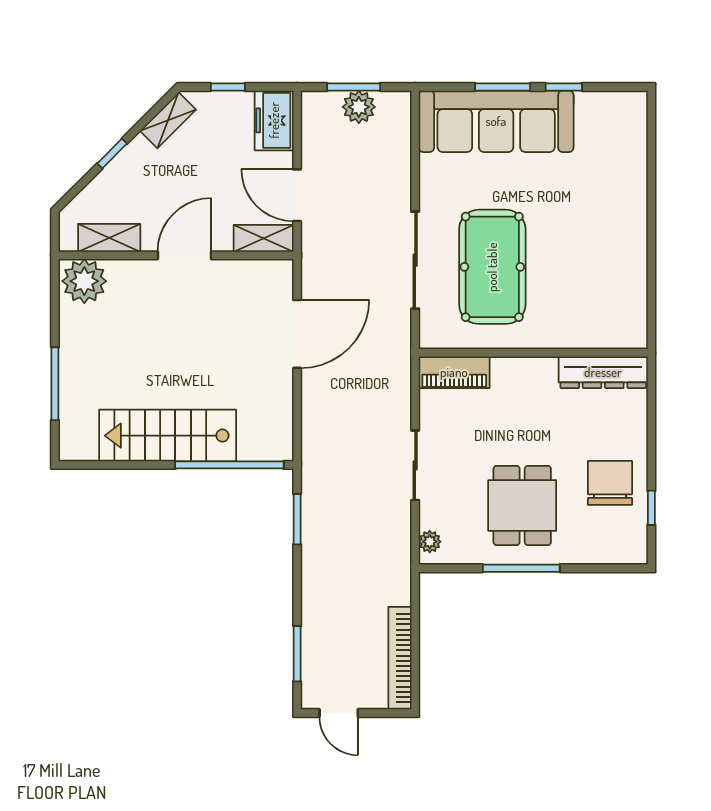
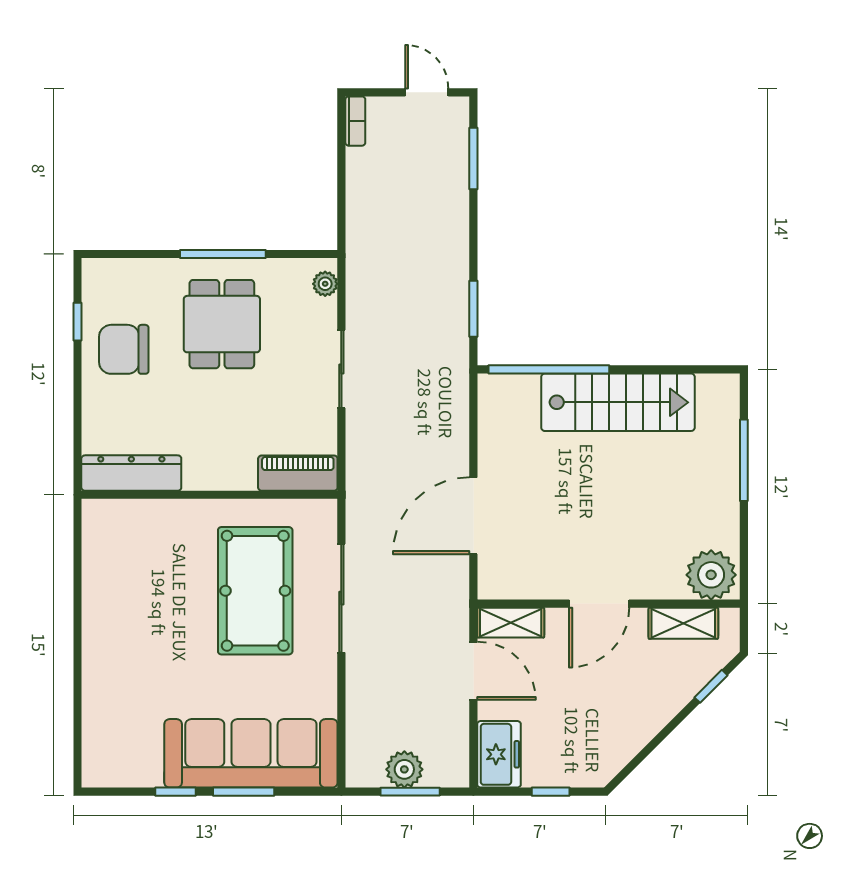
shelving: (168, 120) -> (618, 755), removed
window: (112, 154) -> (711, 686), moved
chair: (610, 483) -> (124, 349), turned 90
bookcase: (400, 658) -> (355, 121), width x0.43, depth x0.76

